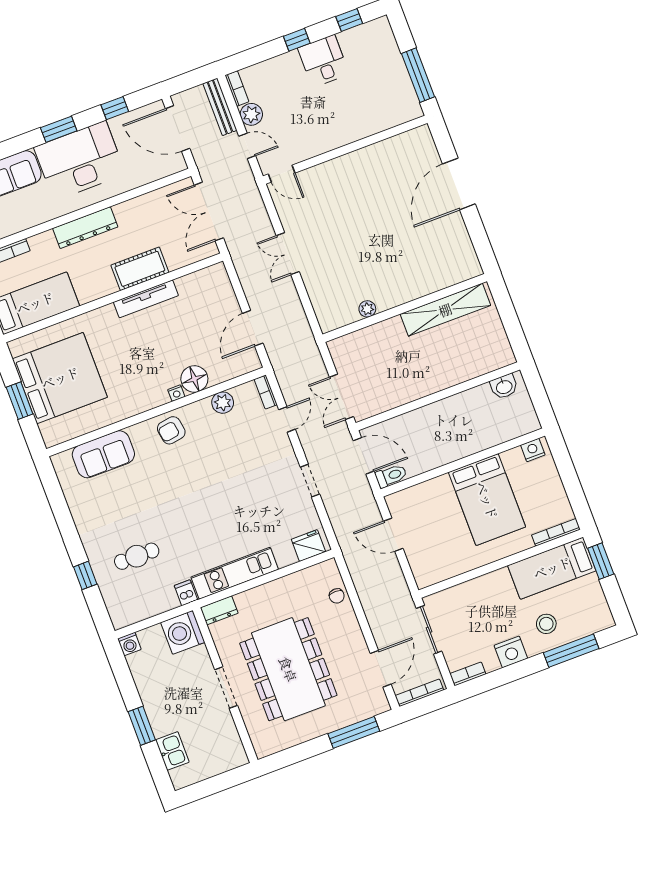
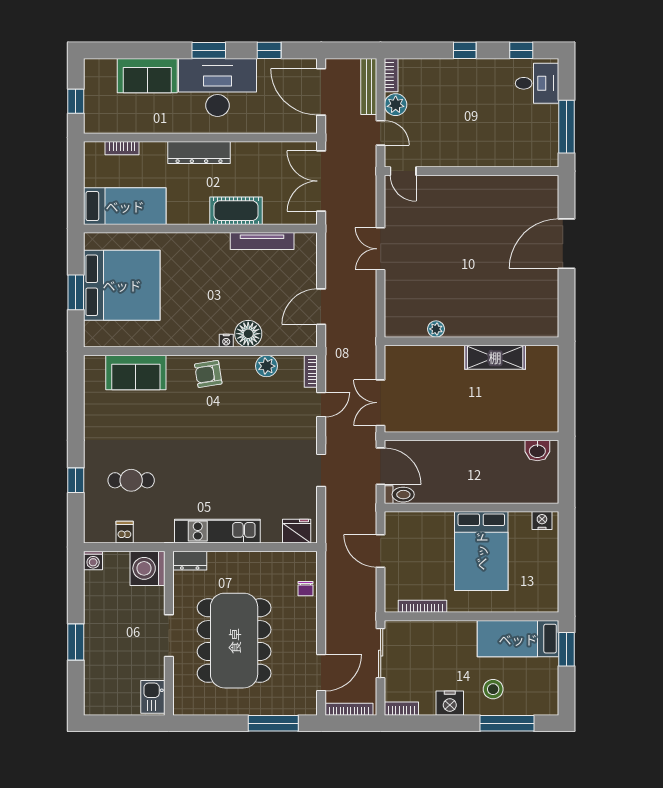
desk: (323, 61) -> (537, 83), moved, turned 90
tv unit: (146, 299) -> (262, 241), moved
shelving: (445, 310) -> (495, 357), width x0.68
bookcase: (556, 532) -> (423, 606), moved
dishwasher: (186, 593) -> (125, 532), moved
kitchen sink: (172, 751) -> (153, 697), moved, turned 180

